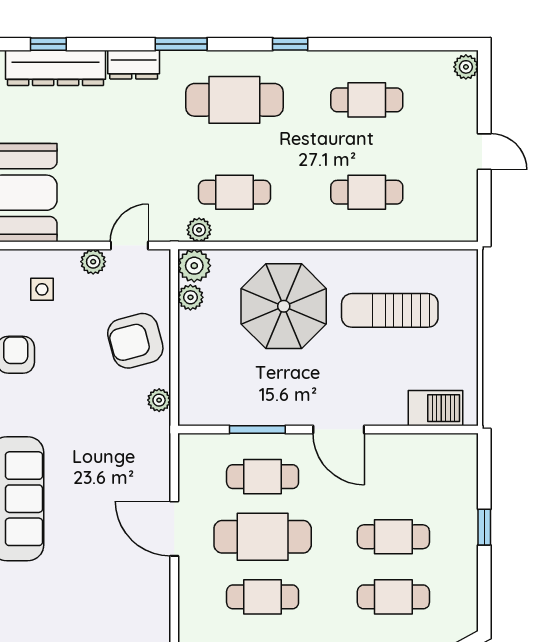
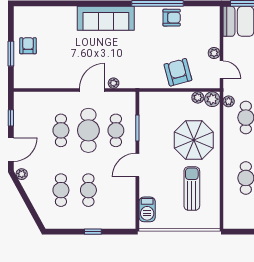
side table: (42, 289) -> (201, 30), removed
plant: (159, 400) -> (114, 83), moved

